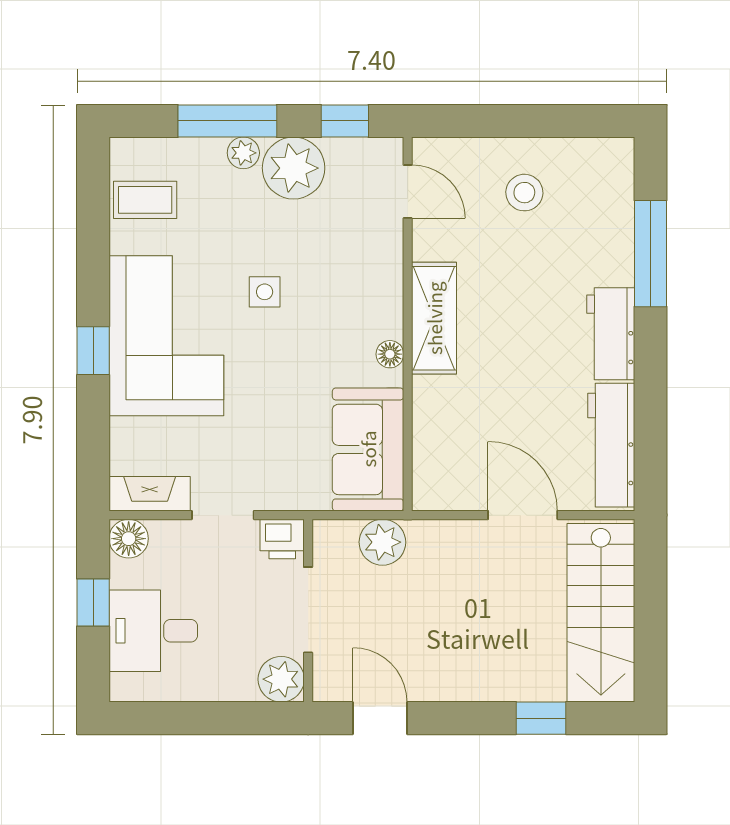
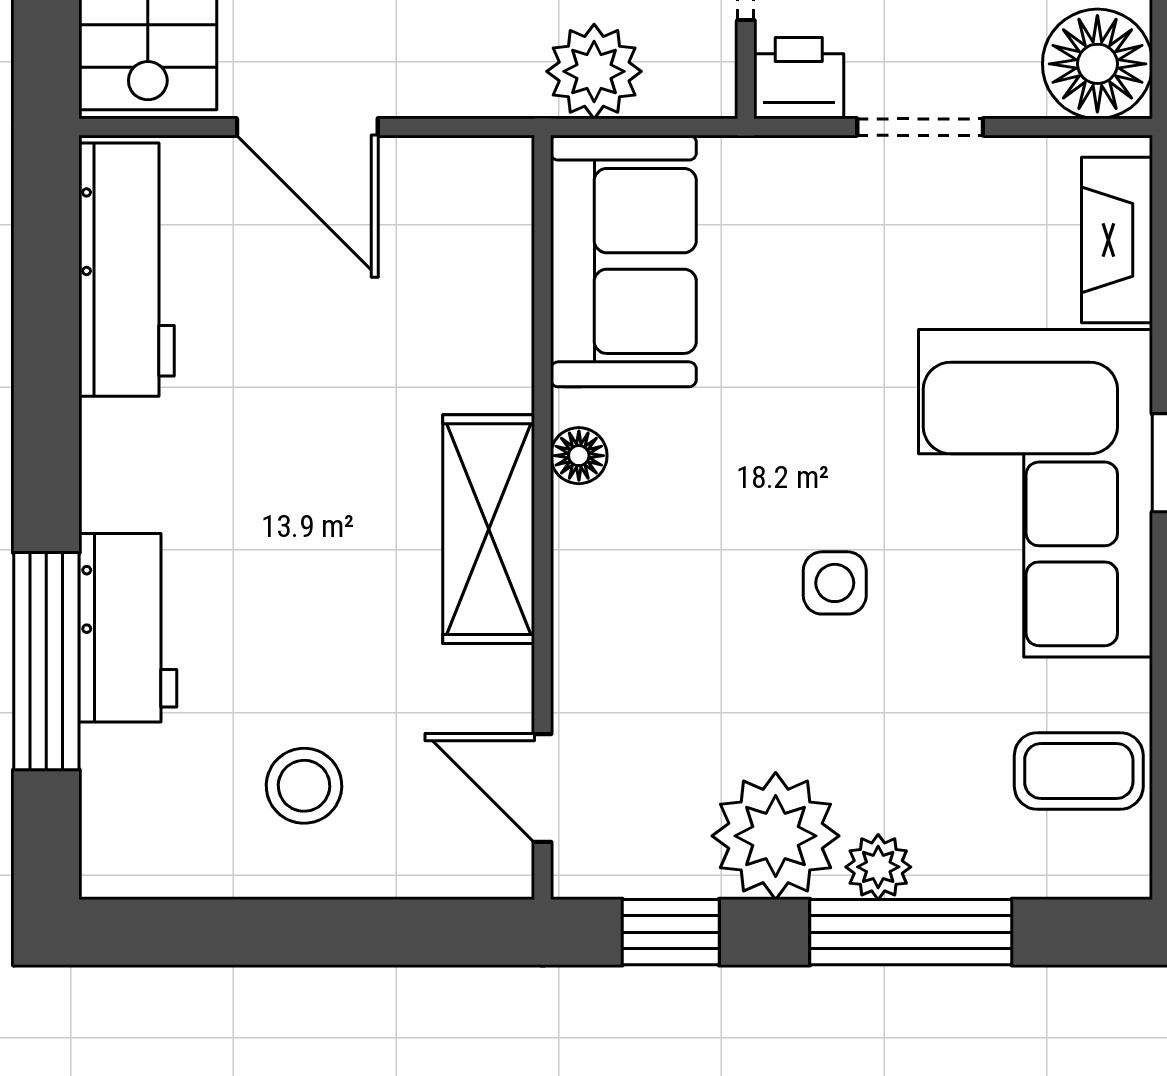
workbench: (611, 334) -> (128, 628), moved
fireplace: (150, 494) -> (1117, 240), moved, turned 90
floor lamp: (129, 539) -> (1097, 64), width x1.38, depth x1.38

